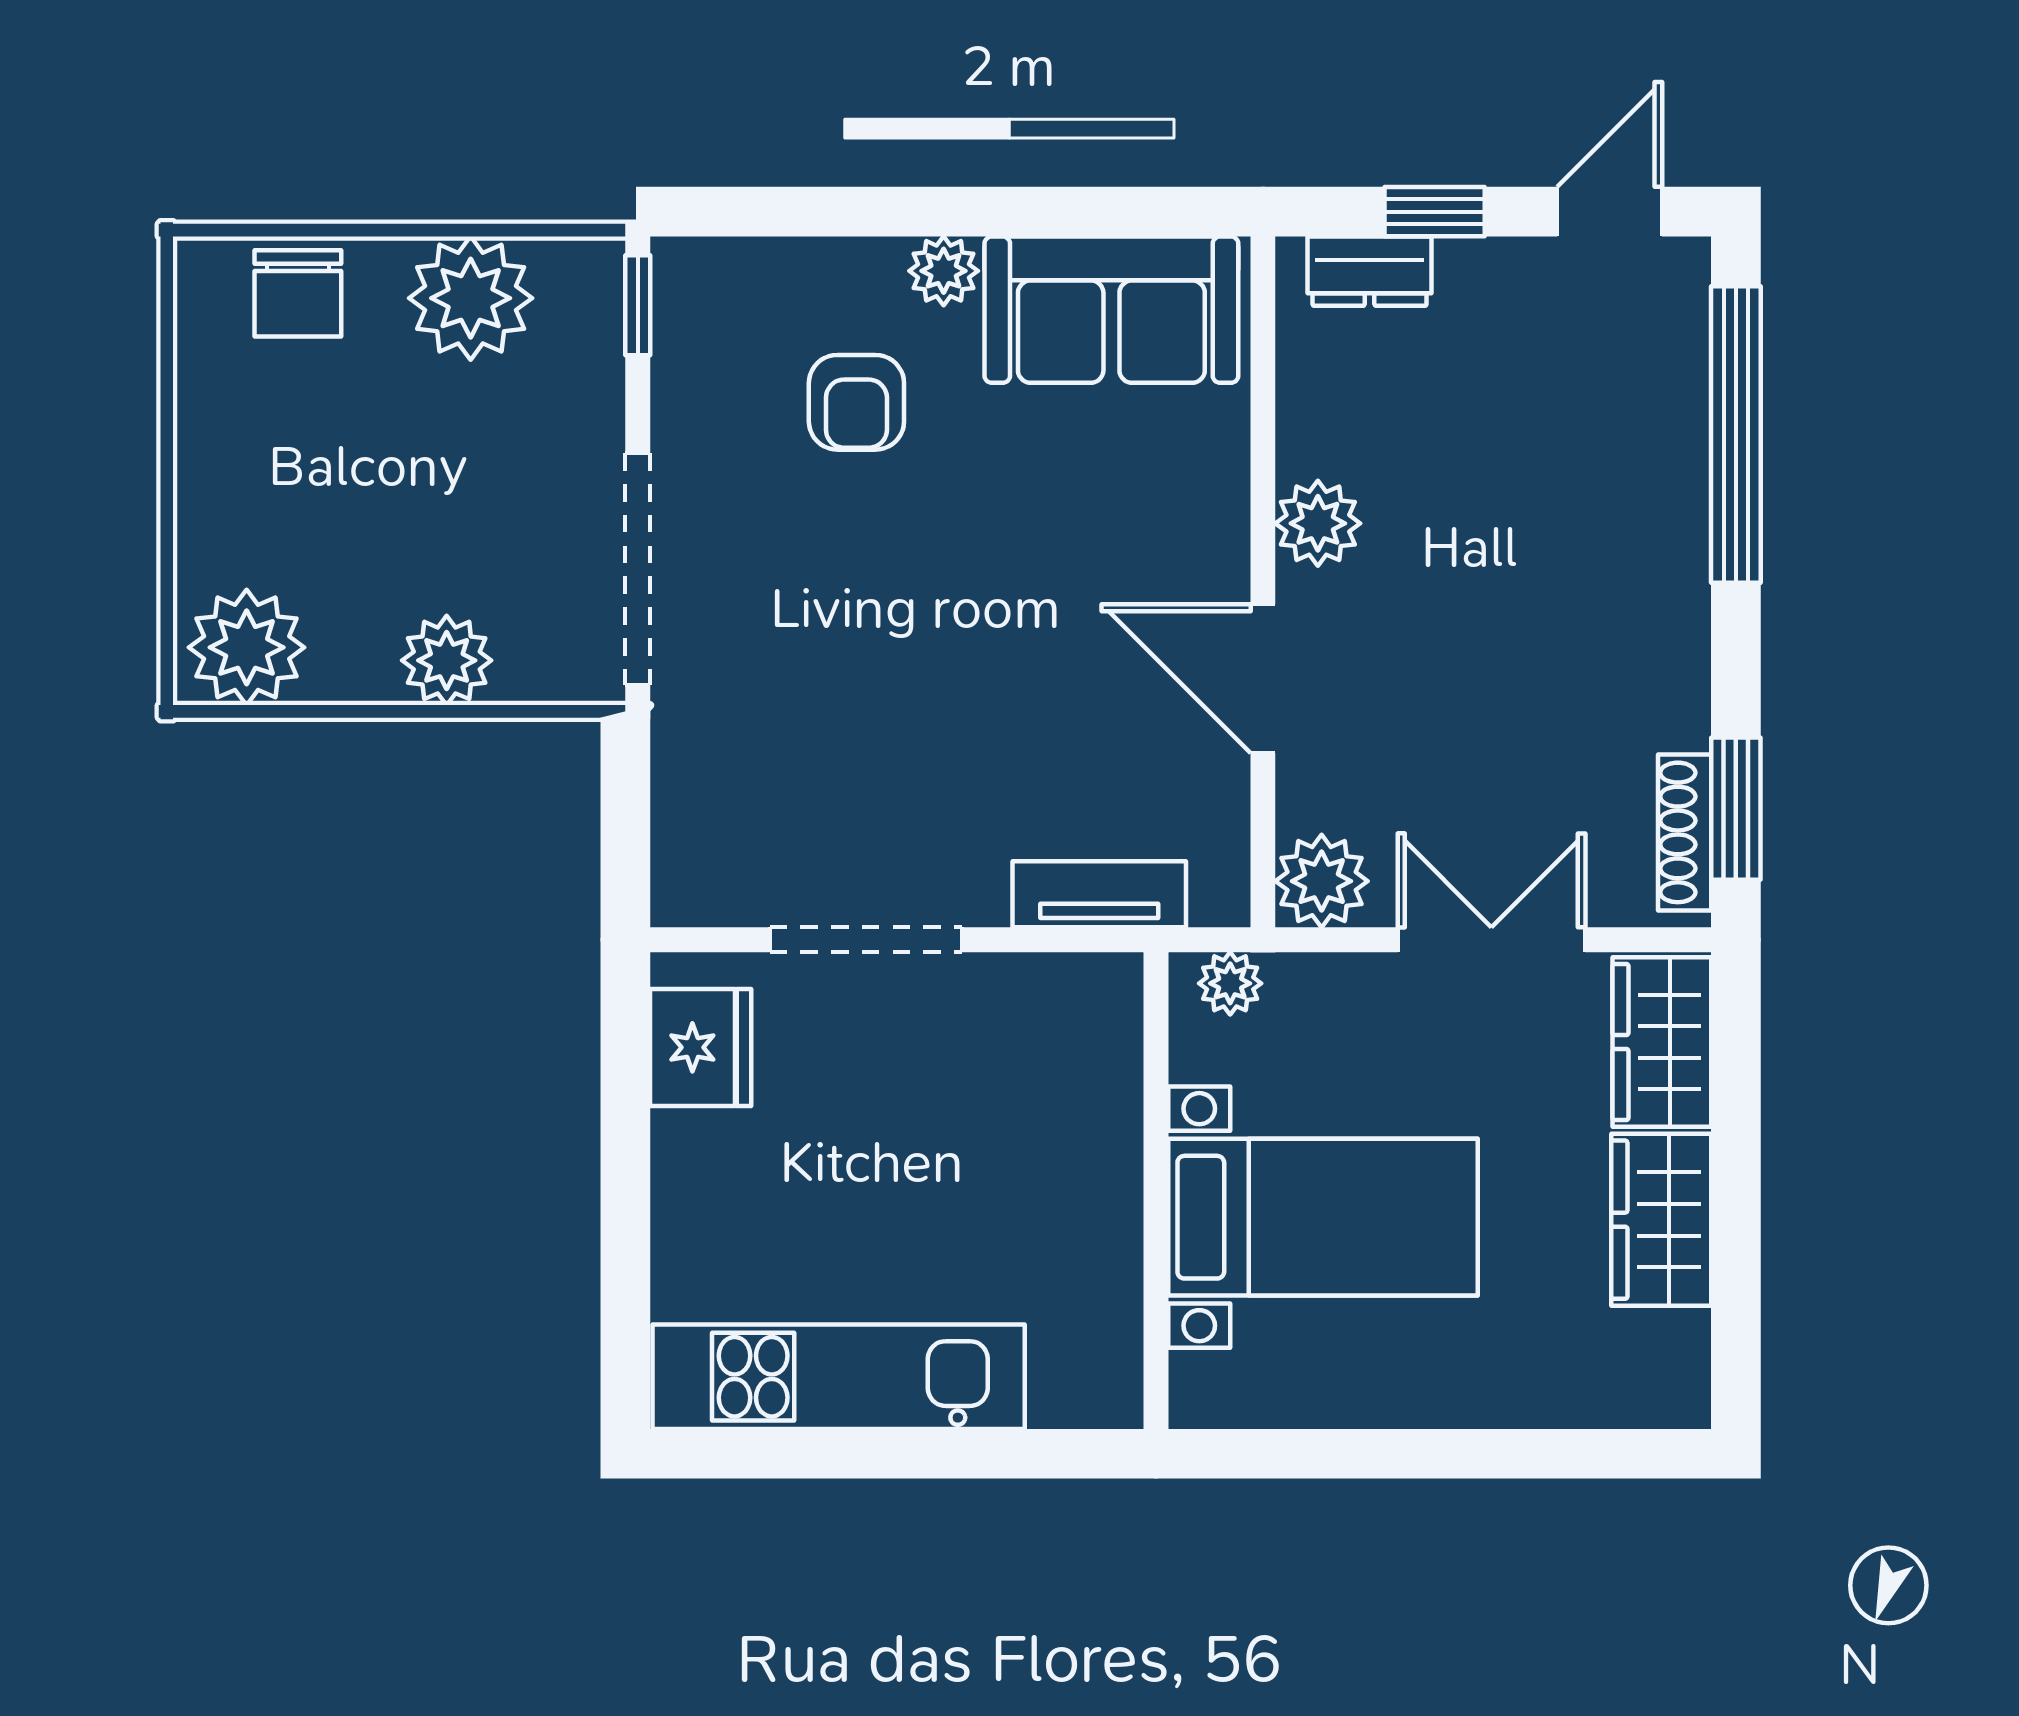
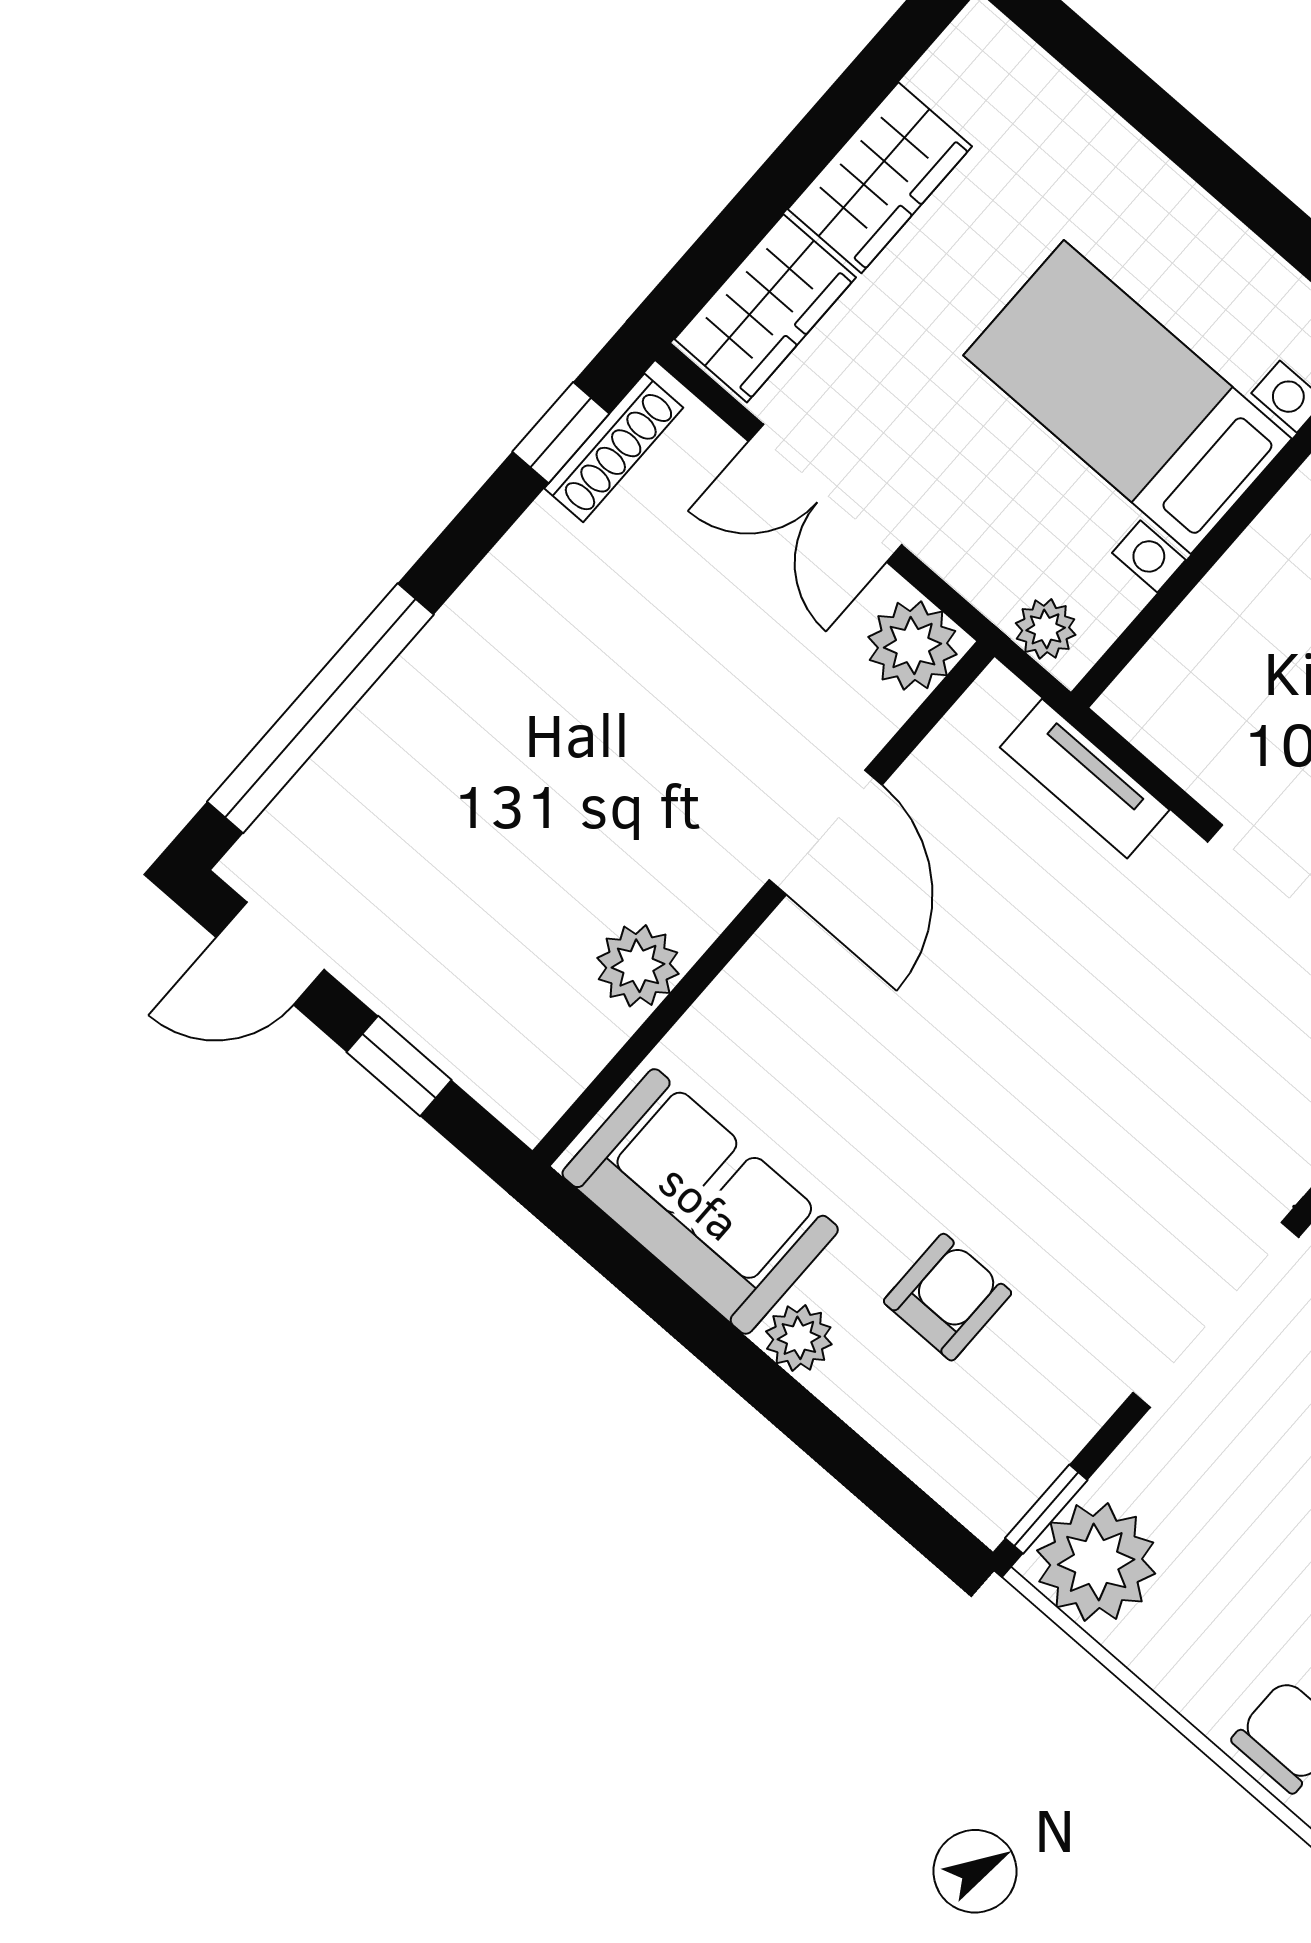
dresser: (1370, 271) -> (485, 1064), removed
plant: (471, 298) -> (1096, 1562), moved
plant: (1318, 523) -> (638, 966), moved
window: (1736, 809) -> (561, 433), width x0.67

